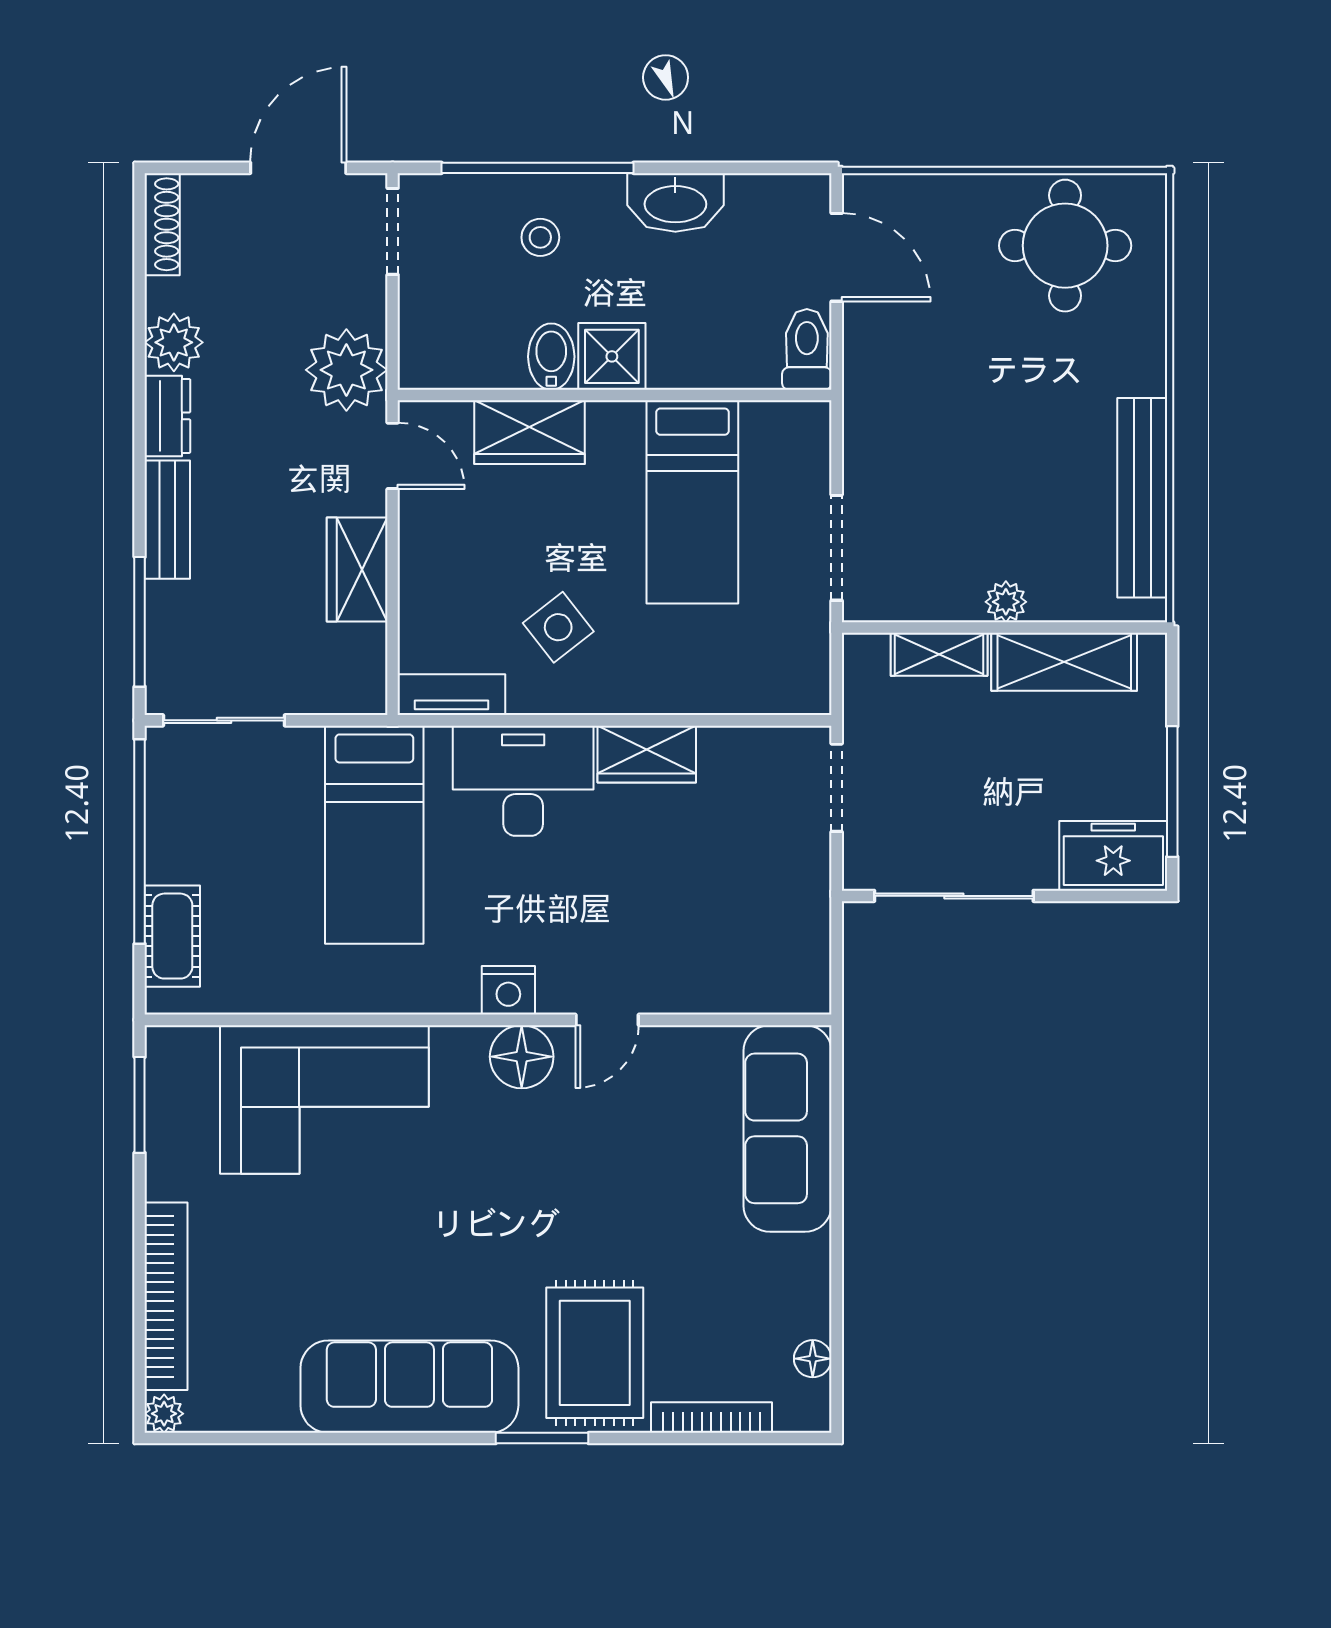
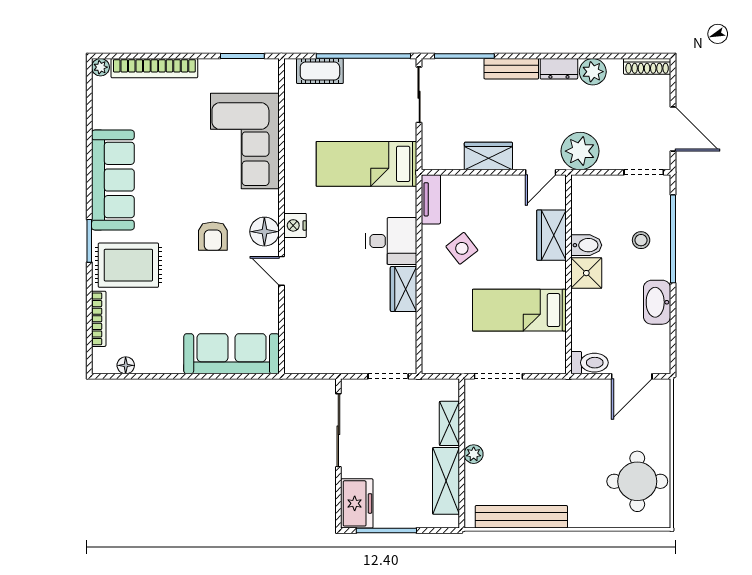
desk: (523, 781) -> (391, 241), width x0.73
armchair: (532, 1169) -> (213, 236), added

